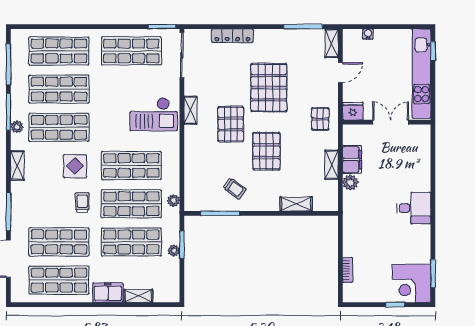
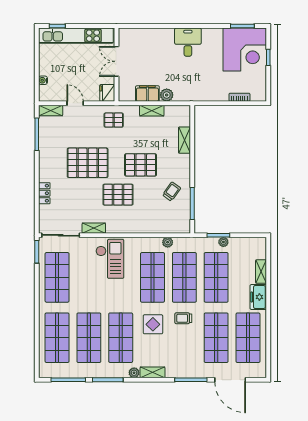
locker: (232, 36) -> (44, 193), width x0.66
shelving: (190, 110) -> (94, 228), moved
plant: (17, 127) -> (134, 373), moved
plant: (173, 201) -> (168, 242), moved
corner desk: (412, 283) -> (245, 50), width x1.36, depth x1.36

